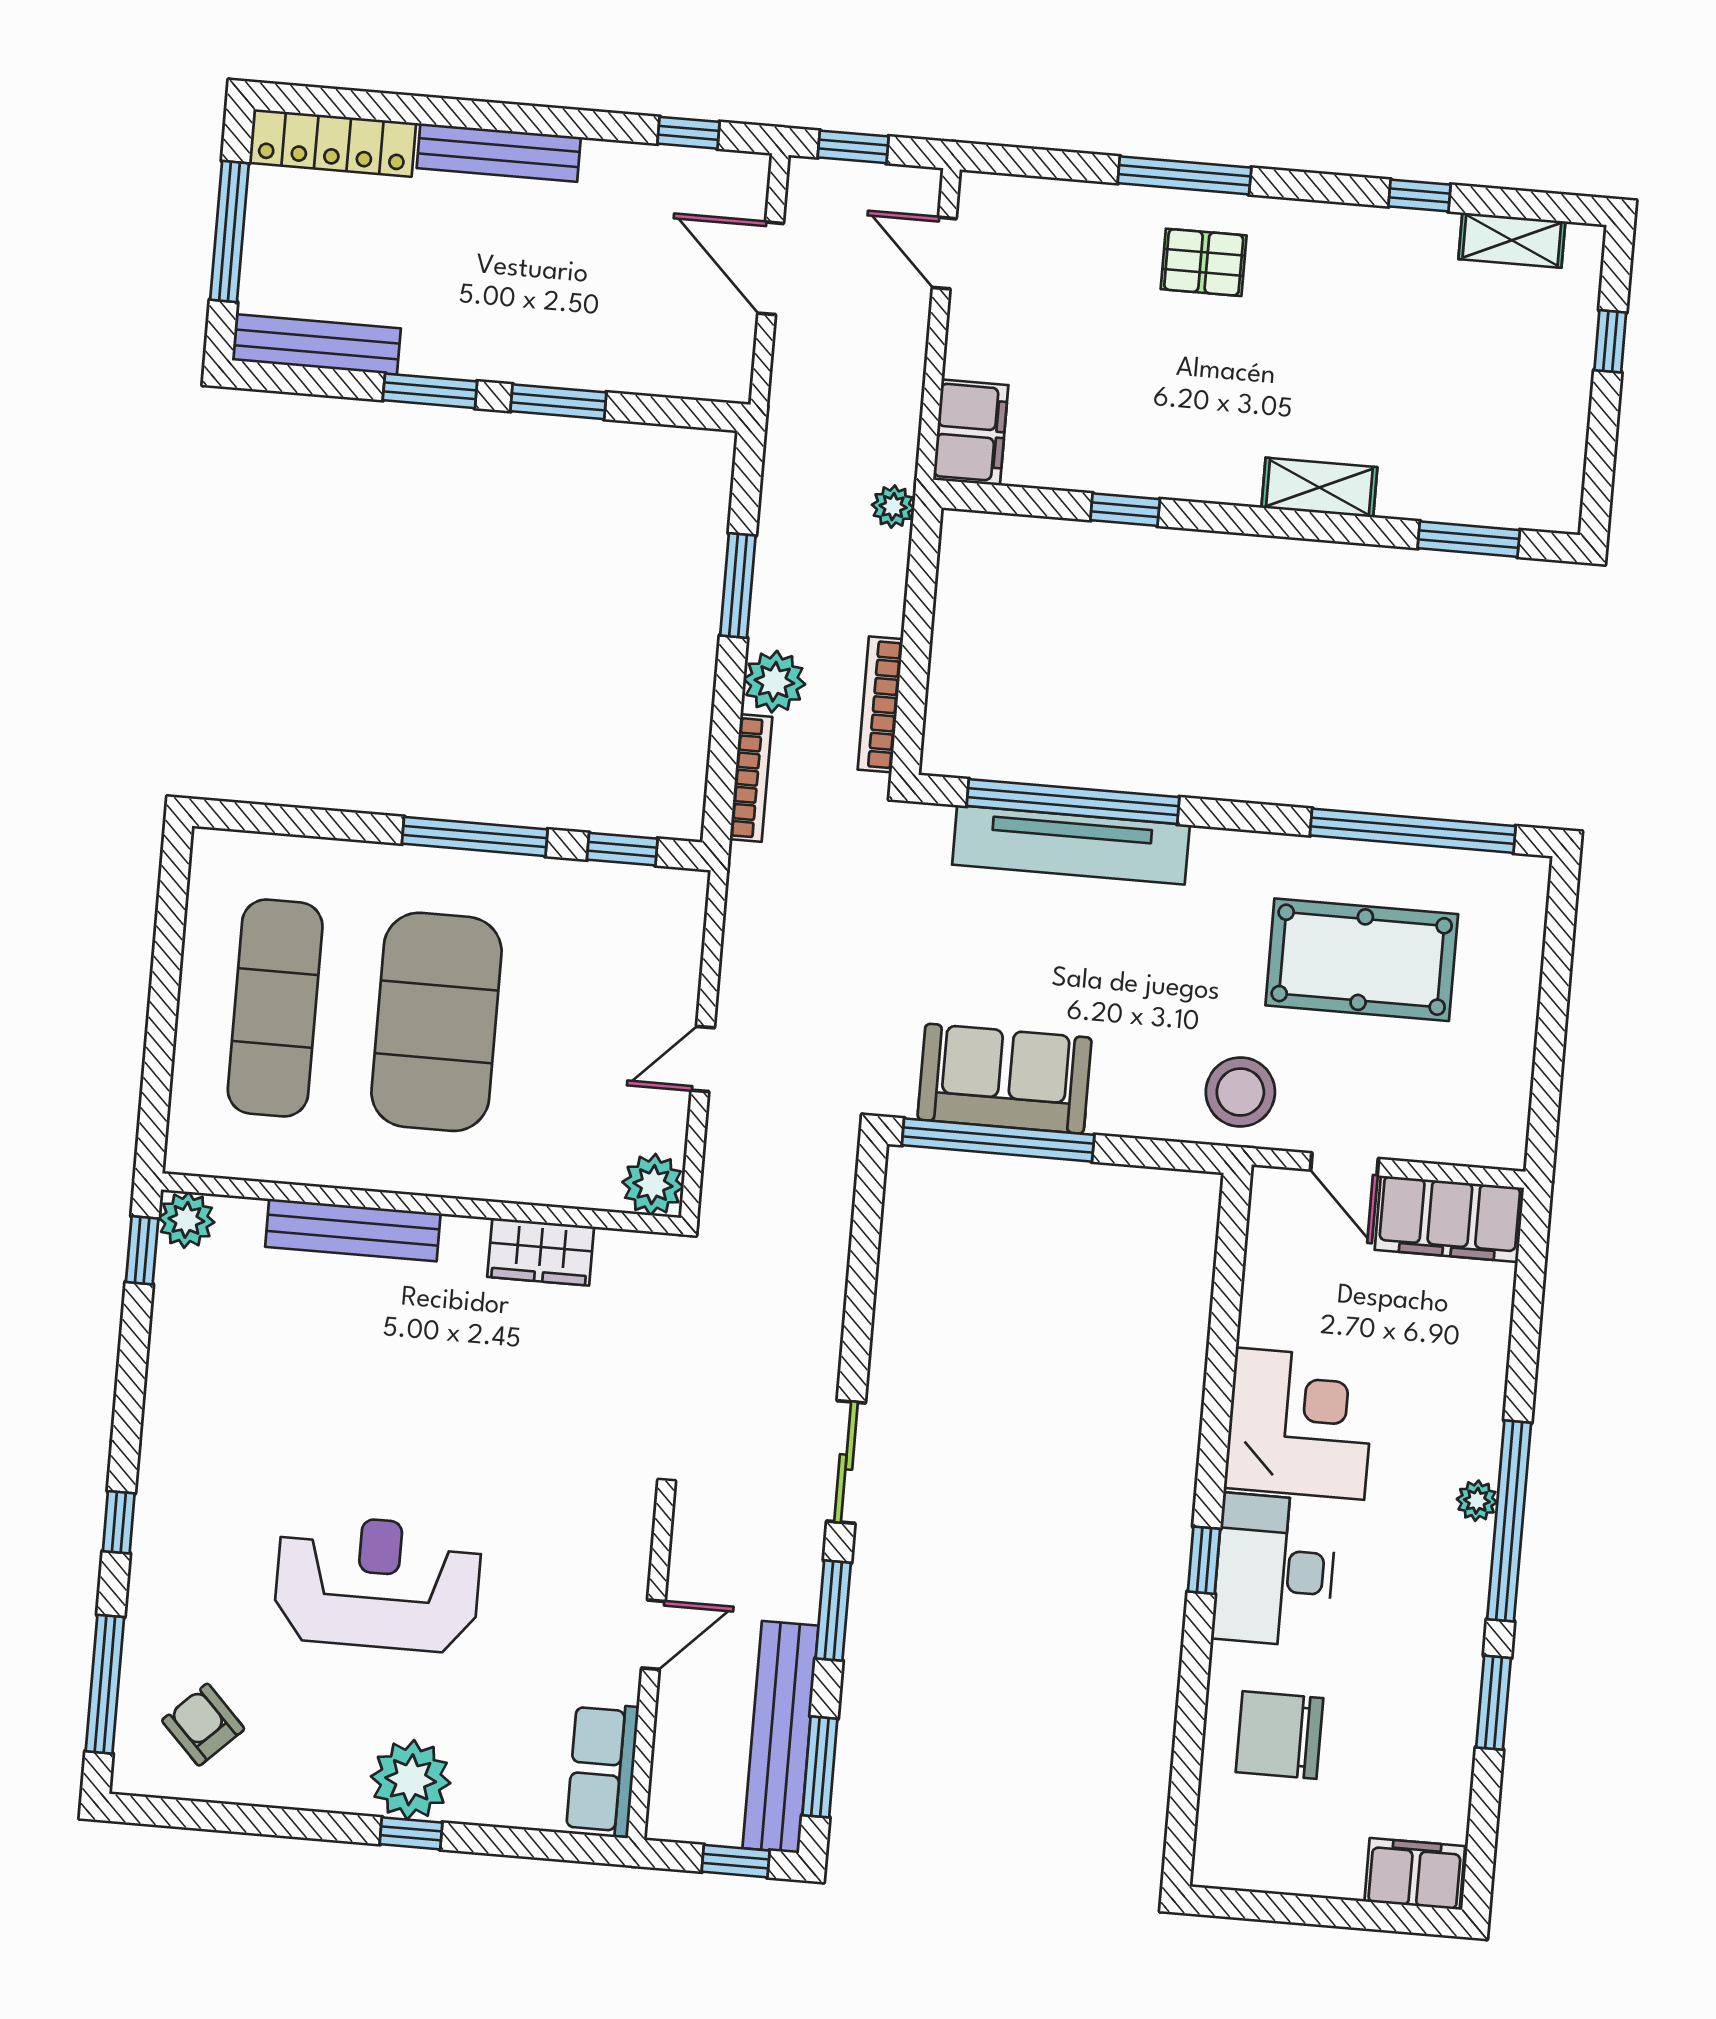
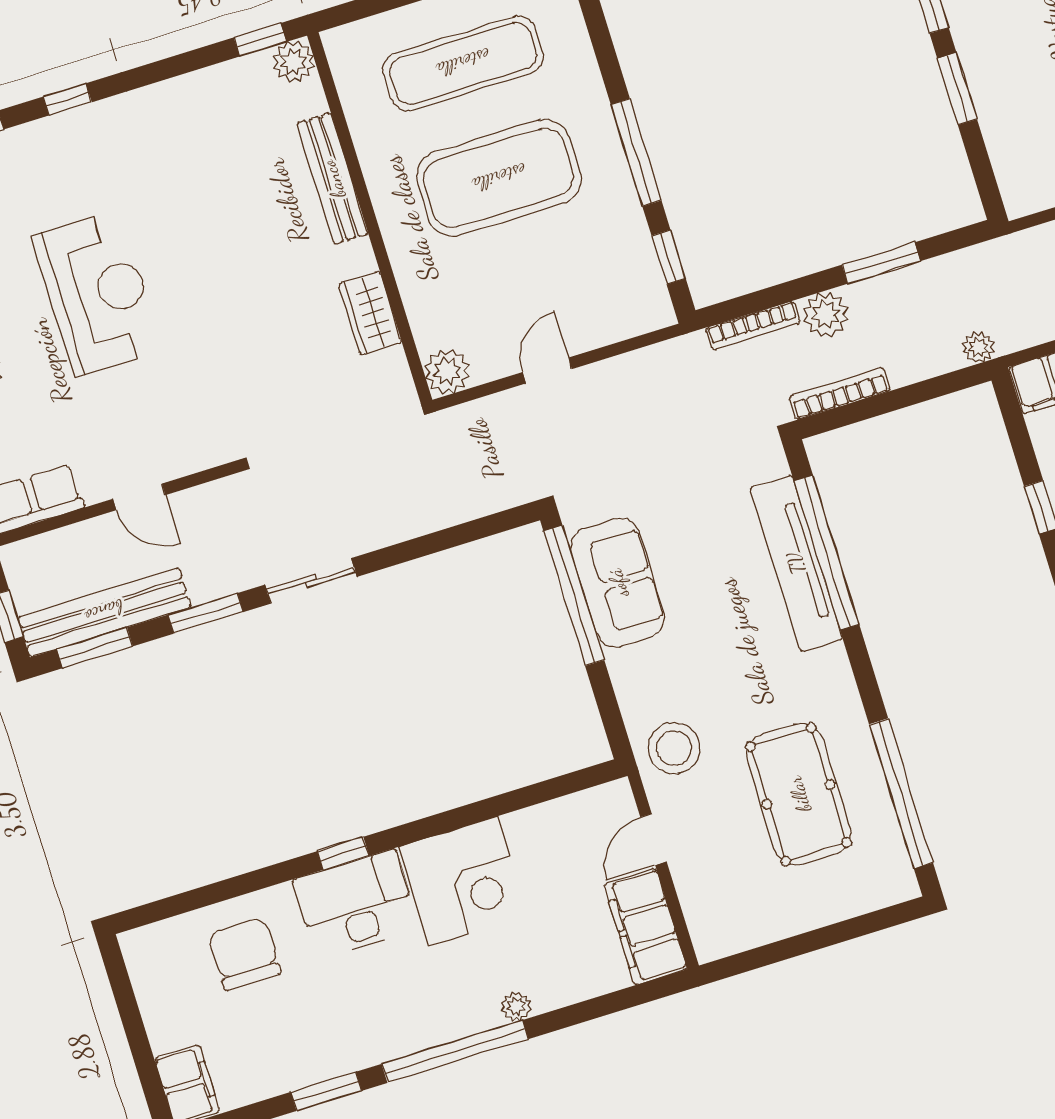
door: (703, 1059) -> (547, 371), hinge flipped
plant: (1477, 1501) -> (516, 1006), moved

